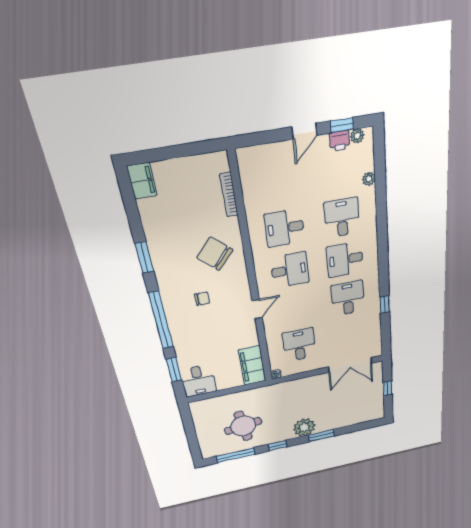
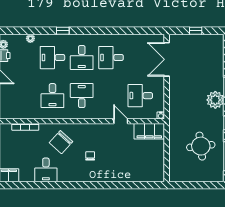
window: (144, 258) -> (55, 185), removed
window: (385, 305) -> (63, 31), moved
door: (257, 309) -> (121, 121), moved
window: (161, 320) -> (100, 185), removed
double door: (350, 365) -> (167, 59), swing flipped
window: (174, 370) -> (139, 185), removed
desk: (198, 381) -> (46, 170), moved, turned 90

